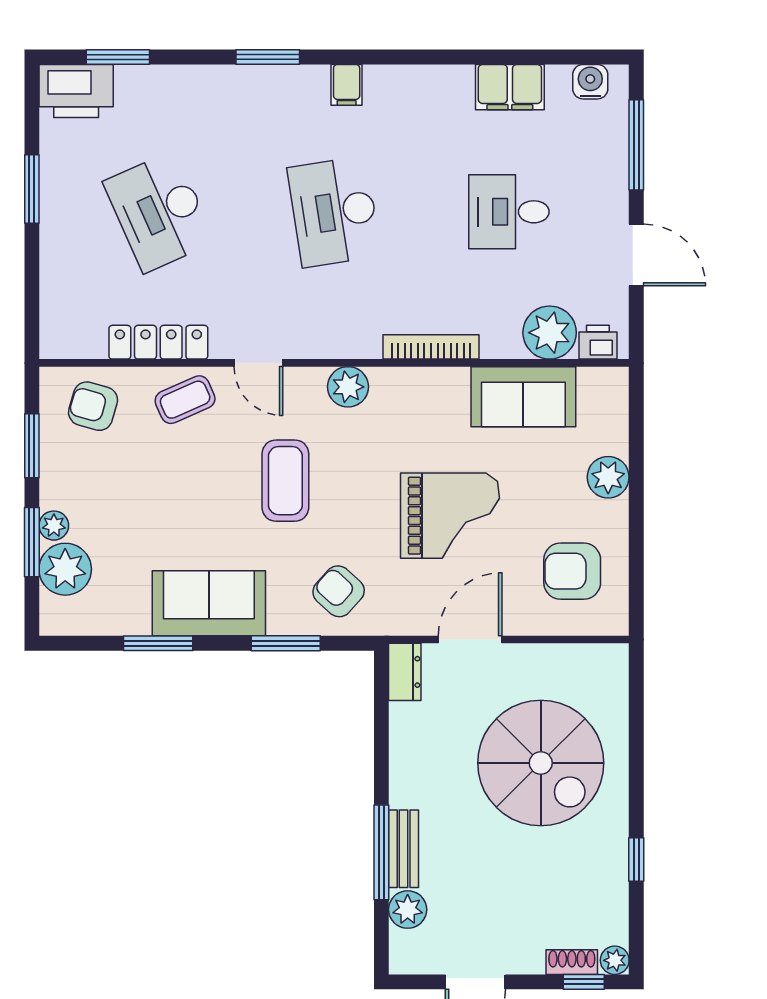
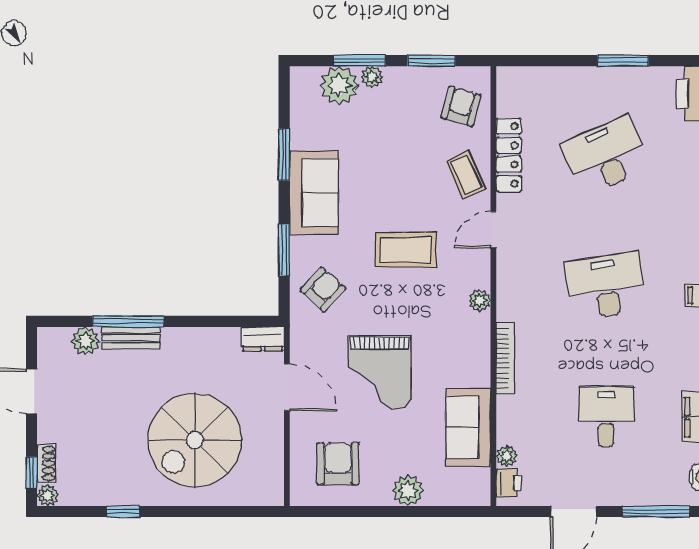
plant: (550, 333) -> (507, 456), width x0.53, depth x0.53
plant: (348, 387) -> (480, 301), width x0.73, depth x0.73

